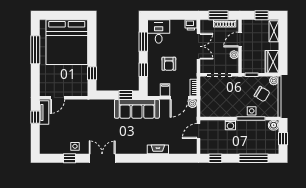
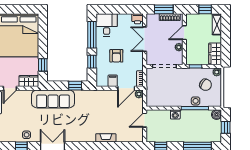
window: (143, 42) -> (92, 35), width x1.44
double door: (198, 46) -> (145, 39), swing flipped
wardrobe: (77, 90) -> (29, 81), added
sofa: (137, 109) -> (53, 99), moved

